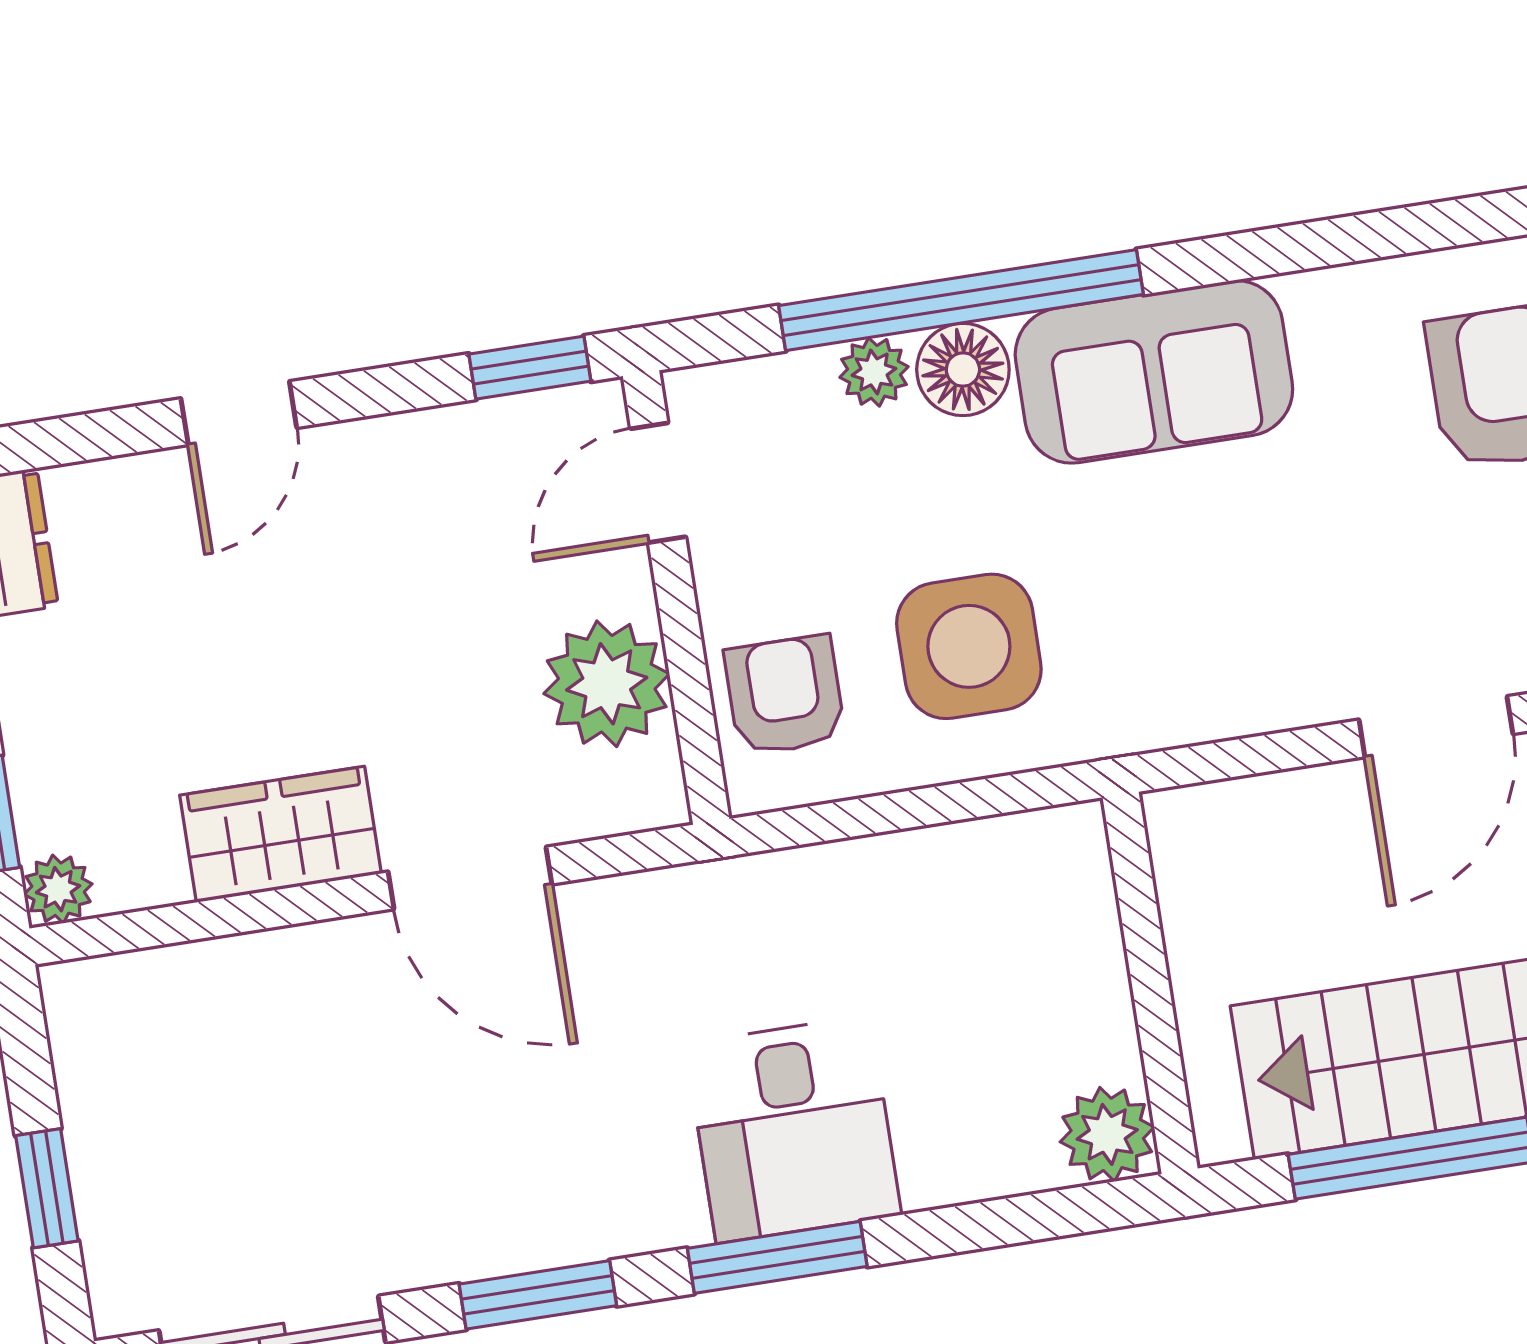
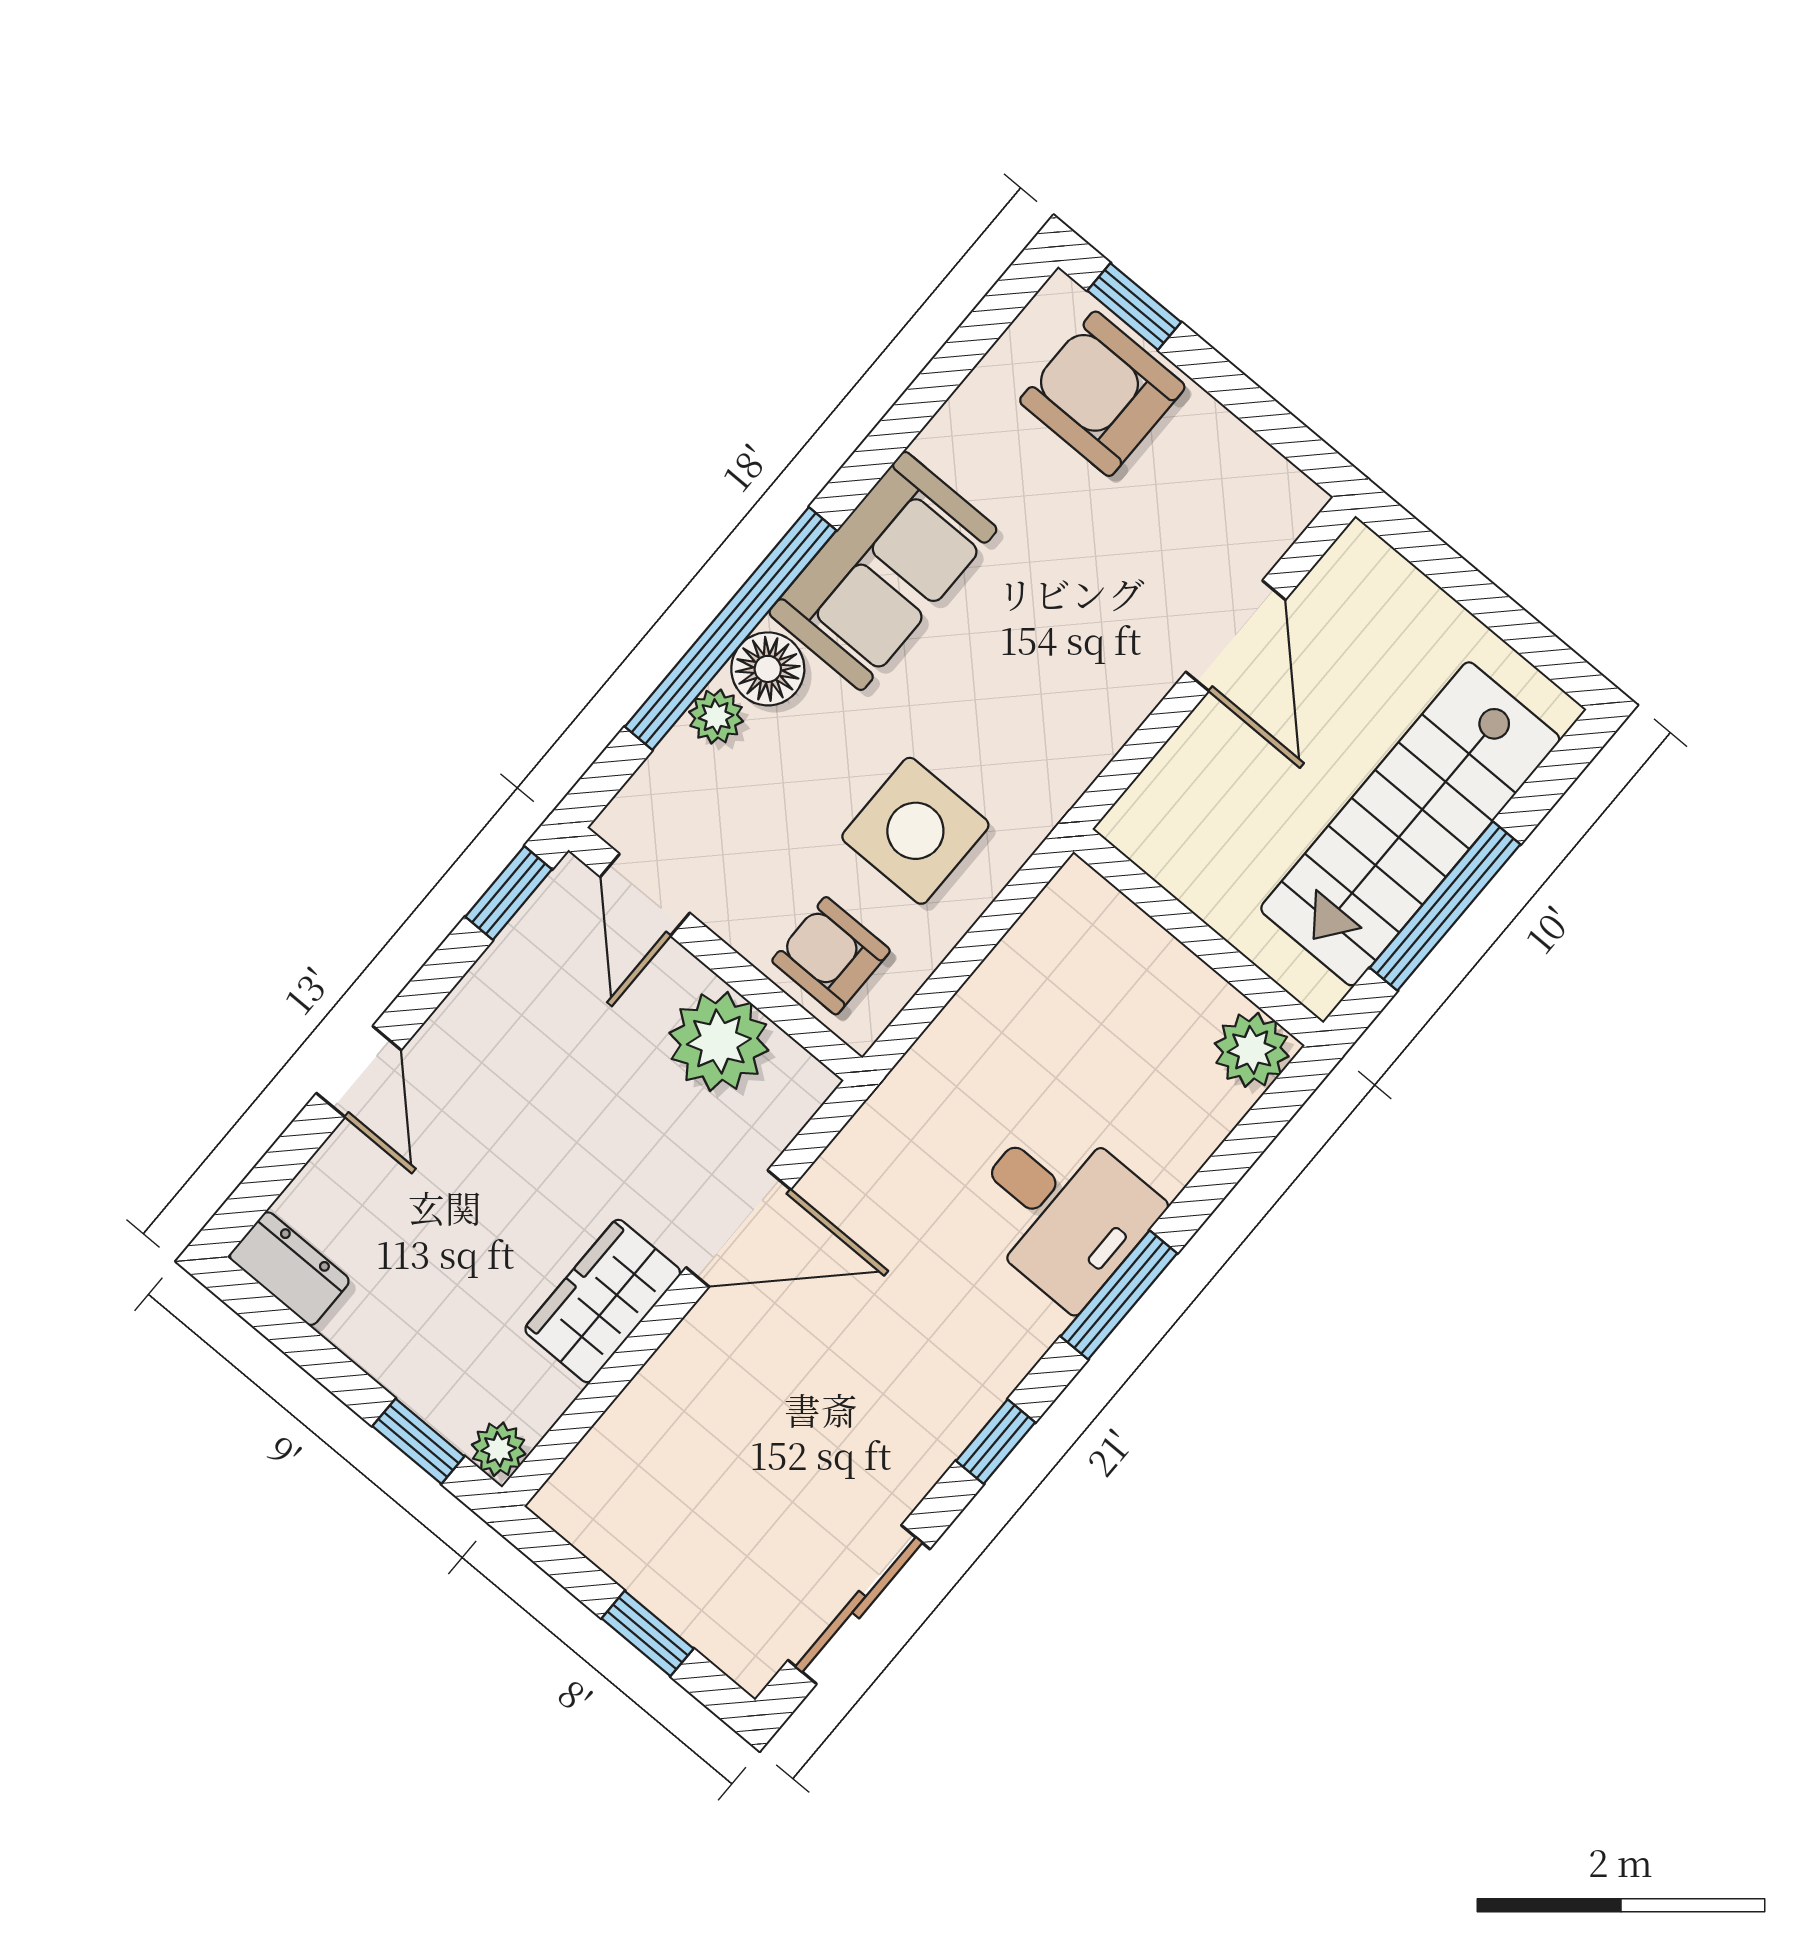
window: (538, 1295) -> (996, 1442), width x0.67

